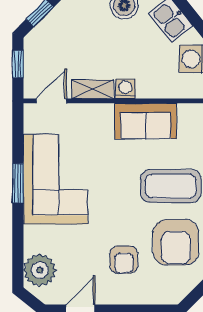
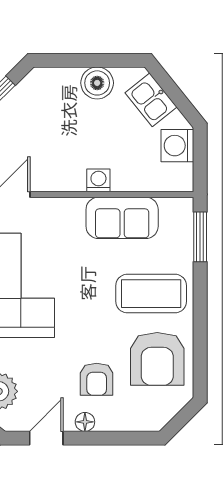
shelving: (93, 89) -> (60, 181), removed
floor lamp: (114, 296) -> (85, 422), added

